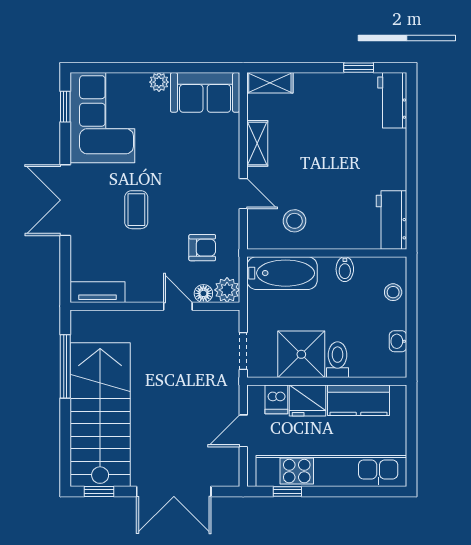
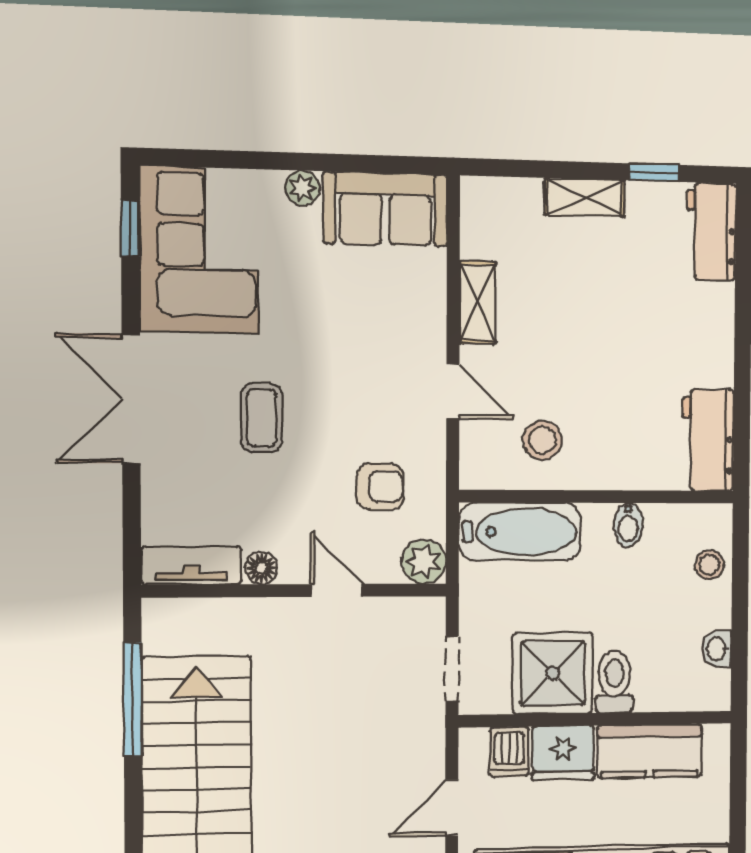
shelving: (270, 83) -> (585, 197), moved
floor lamp: (203, 293) -> (261, 568), moved

